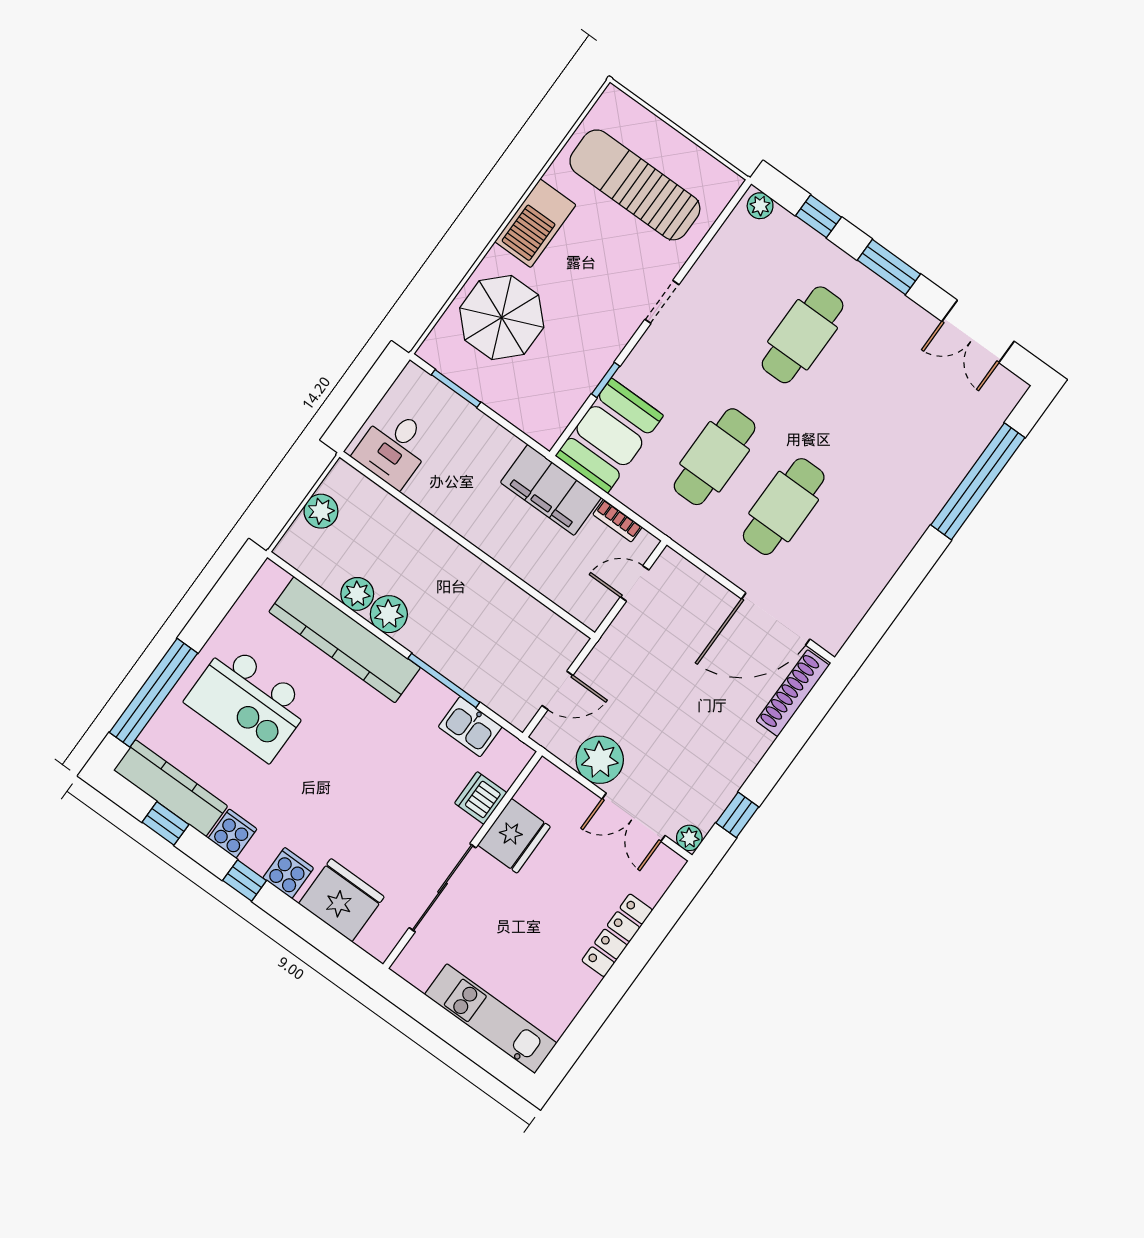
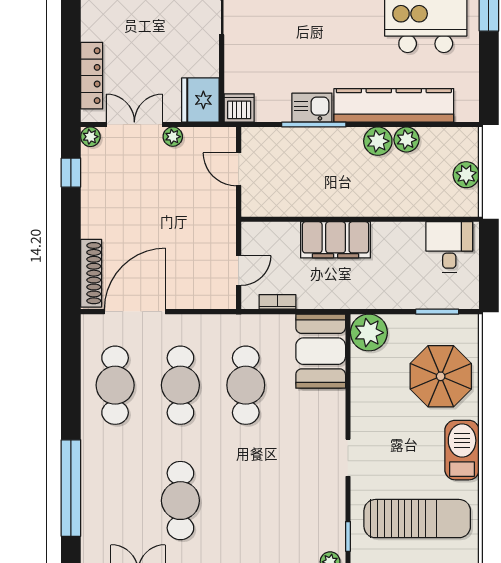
cafe table: (803, 335) -> (180, 501), moved
window: (606, 380) -> (348, 536), moved
plant: (544, 419) -> (369, 333), added
filing cabinet: (551, 490) -> (336, 240), moved, turned 180
cafe table: (853, 556) -> (115, 385), added
door: (557, 690) -> (239, 169), hinge flipped
kitchen sink: (470, 727) -> (312, 108), moved
plant: (600, 760) -> (173, 137), width x0.53, depth x0.53
dishwasher: (481, 798) -> (239, 108), moved, turned -90
fridge: (514, 836) -> (200, 100), moved
locker: (617, 935) -> (92, 76), moved

